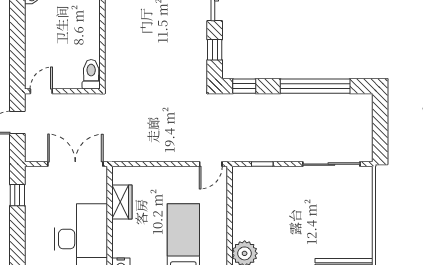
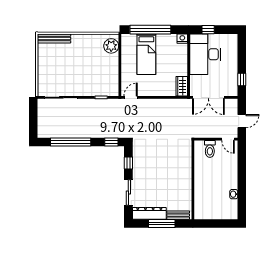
toilet: (91, 74) -> (210, 149), moved
door: (41, 91) -> (228, 139), hinge flipped
wardrobe: (122, 202) -> (182, 86), moved

